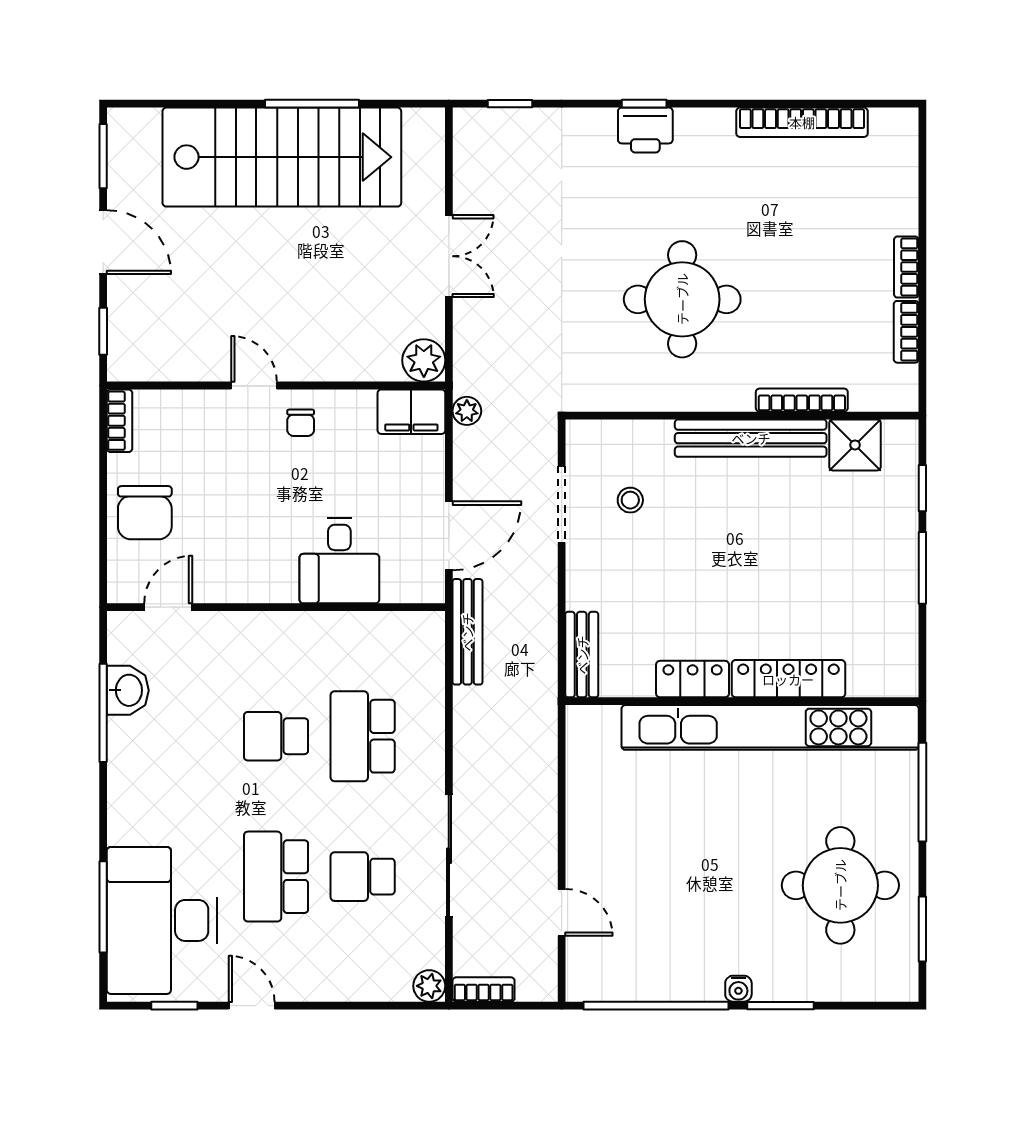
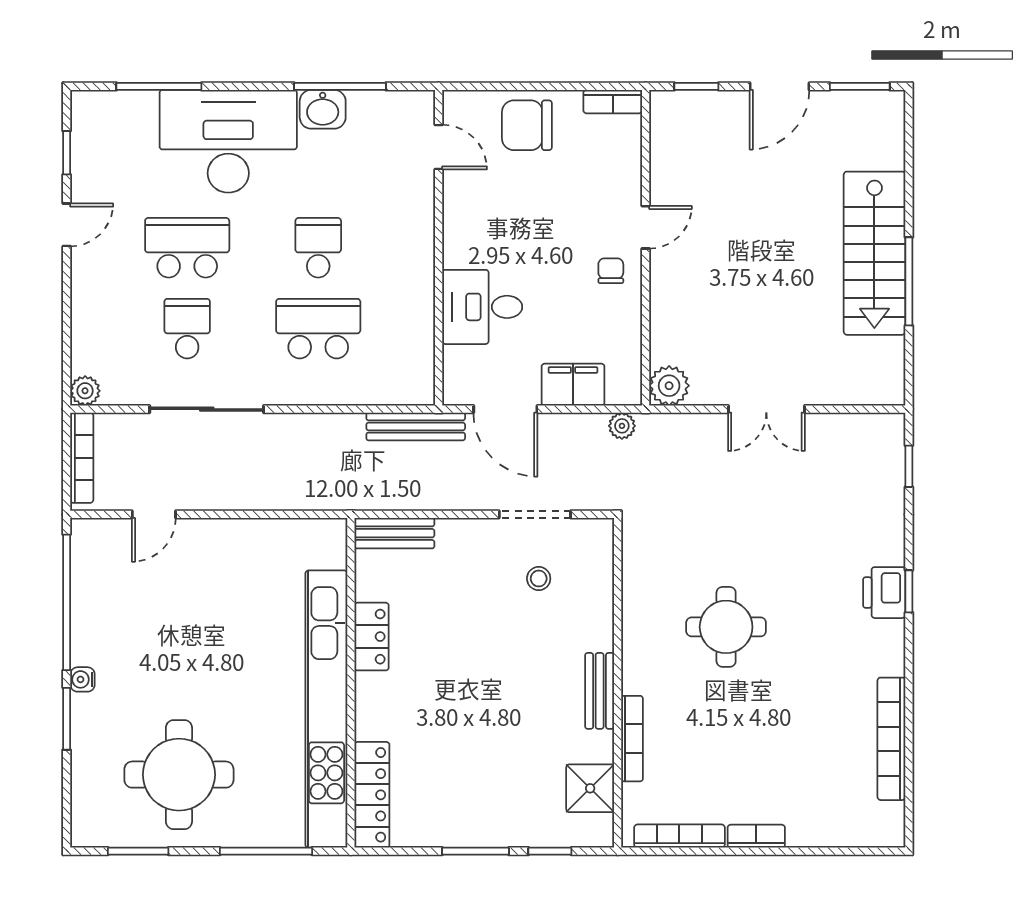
stairs: (282, 157) -> (874, 253), width x0.73, depth x0.66
round table: (682, 299) -> (726, 627), width x0.73, depth x0.73
bookcase: (906, 332) -> (679, 836), width x1.56
filing cabinet: (411, 412) -> (573, 385), moved, turned 90
chair: (301, 423) -> (611, 271), turned 90
bench: (751, 438) -> (600, 691), width x0.54, depth x0.82
locker: (788, 679) -> (372, 795), moved
washbasin: (128, 690) -> (323, 109), moved
desk: (162, 920) -> (228, 141), moved
bookcase: (484, 989) -> (82, 458), width x1.56

